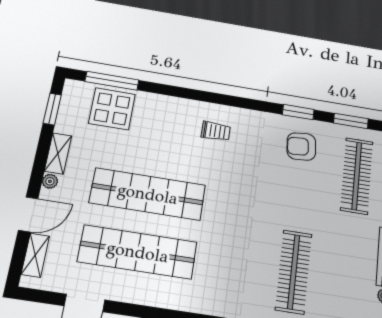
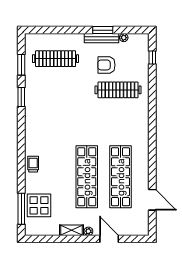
window: (52, 109) -> (45, 239), removed
trolley: (216, 131) -> (33, 164), moved
armchair: (301, 146) -> (106, 65), moved, turned 95
shelving: (35, 255) -> (131, 230), removed

